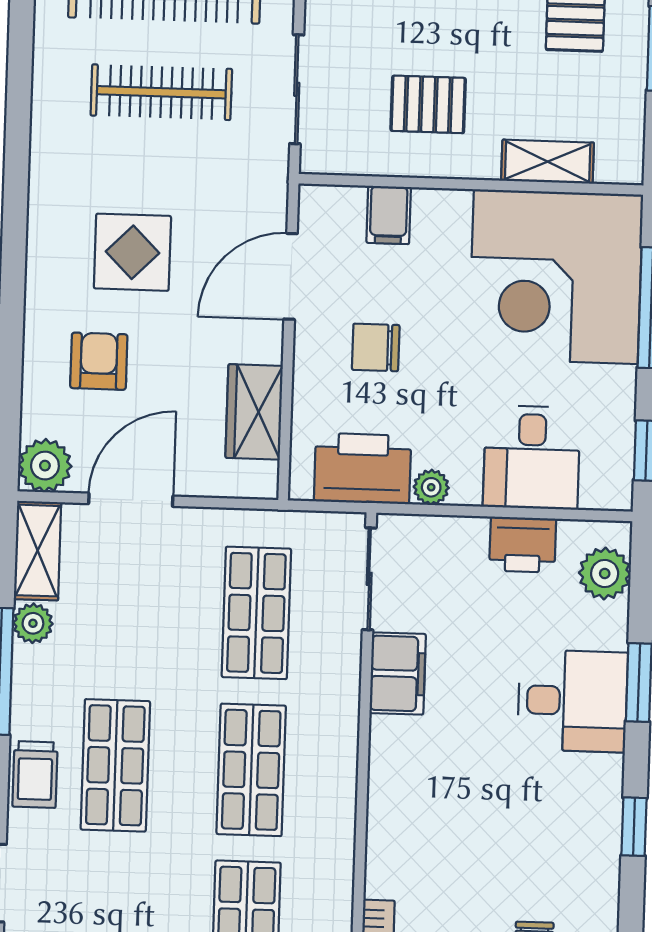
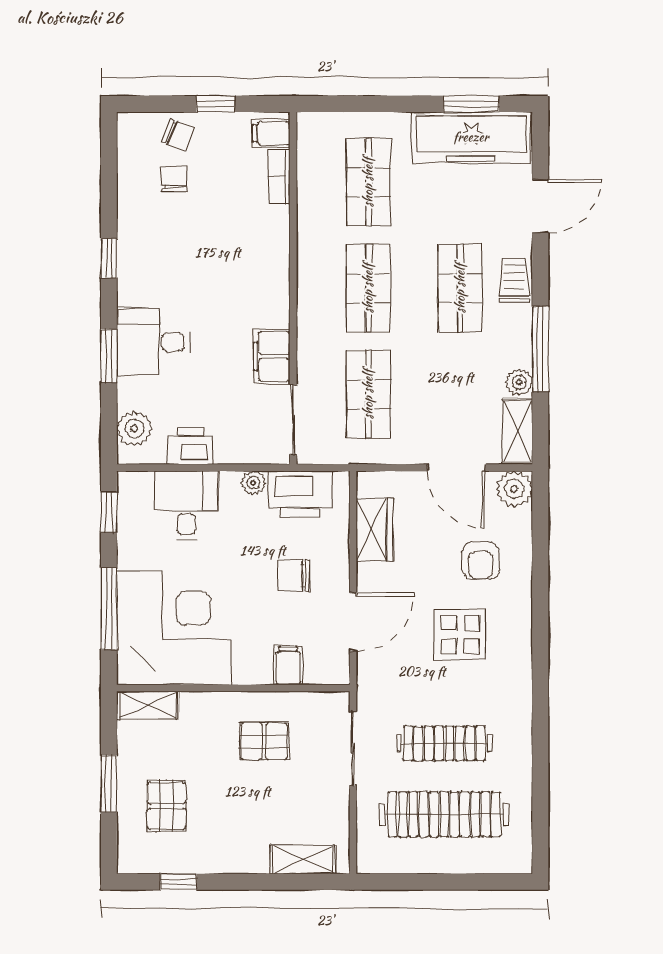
shelving: (548, 162) -> (148, 705), moved
chair: (376, 347) -> (294, 576), turned 180
door: (131, 500) -> (456, 468), hinge flipped

